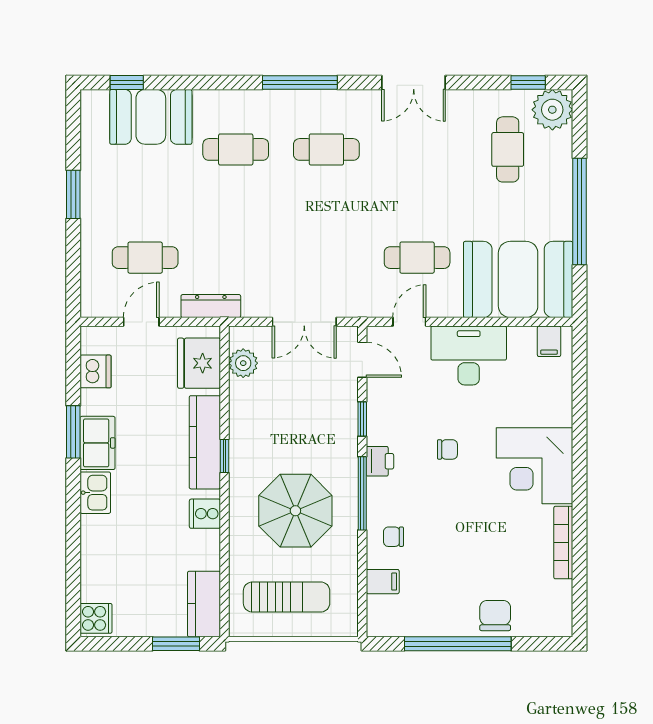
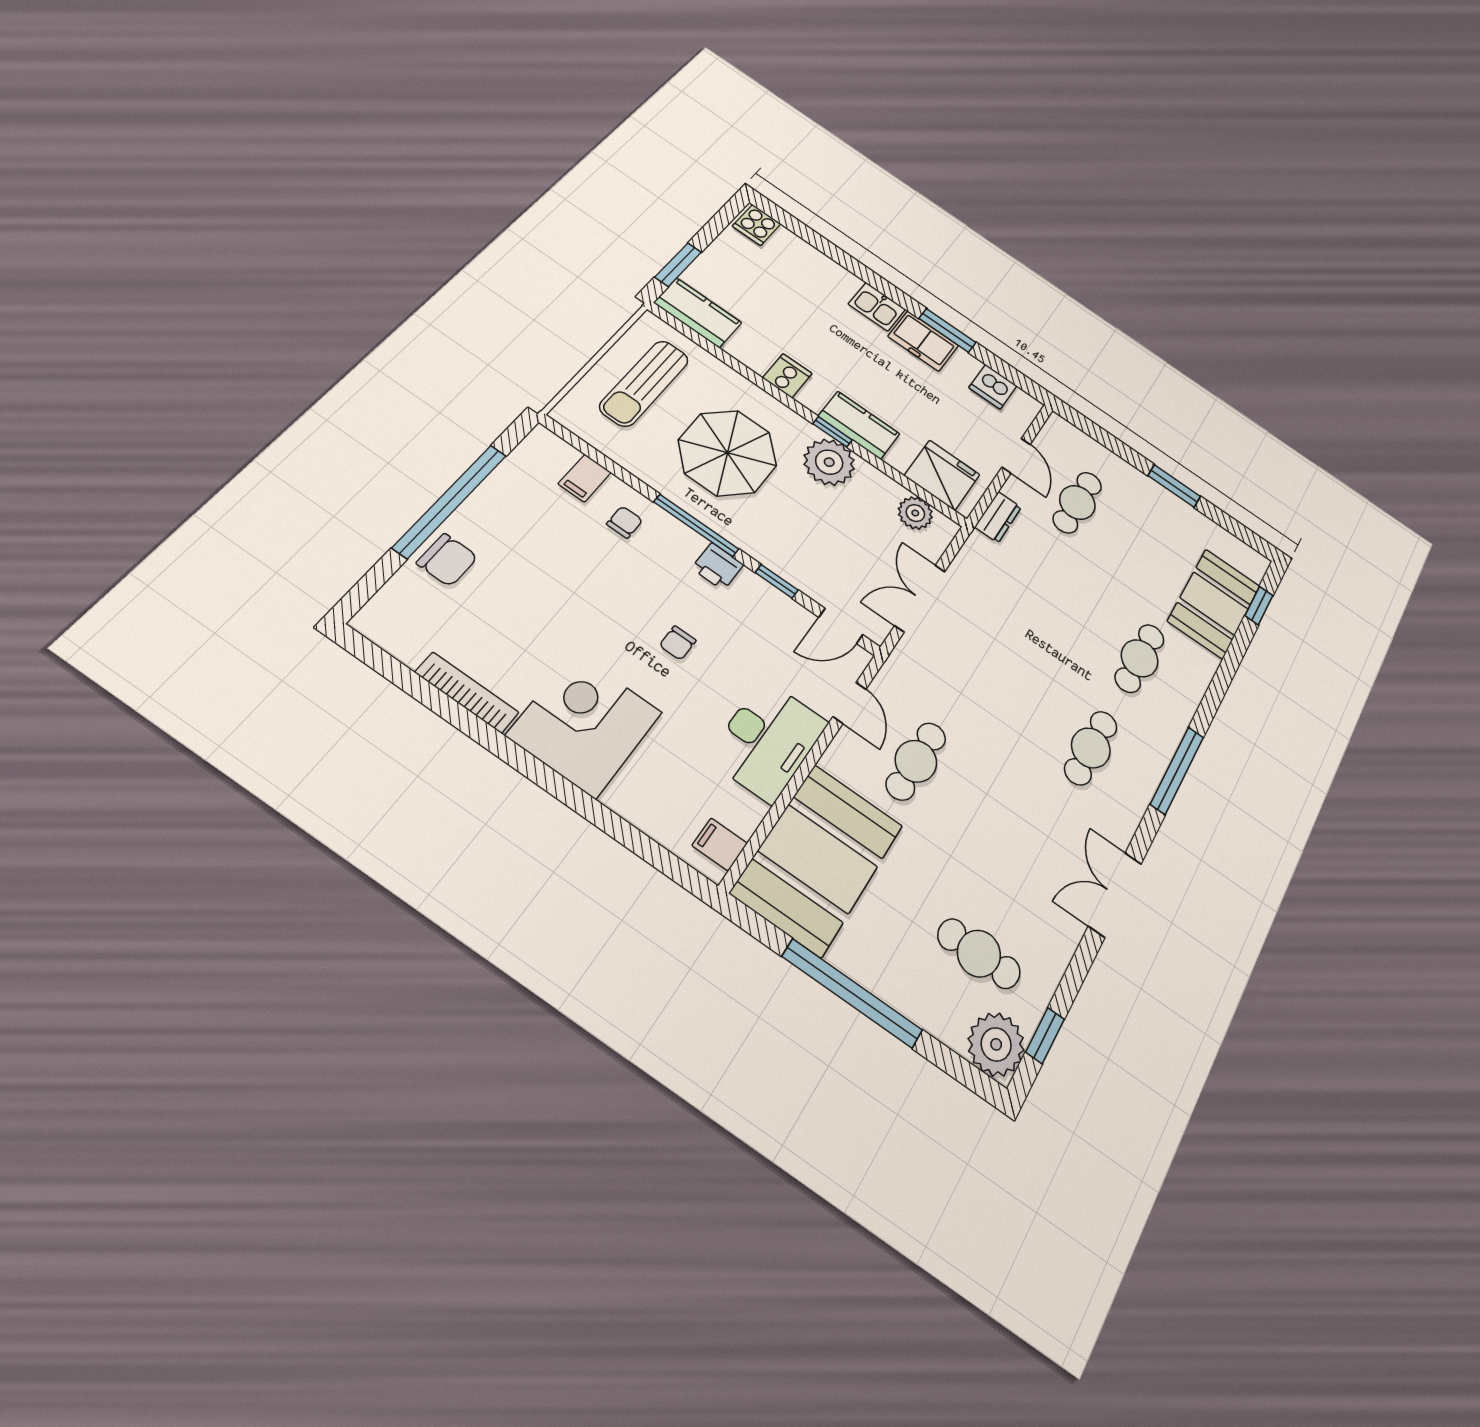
dresser: (211, 306) -> (998, 517), width x0.70
kitchen counter: (205, 442) -> (859, 425), width x0.67
plant: (250, 443) -> (829, 462), added

